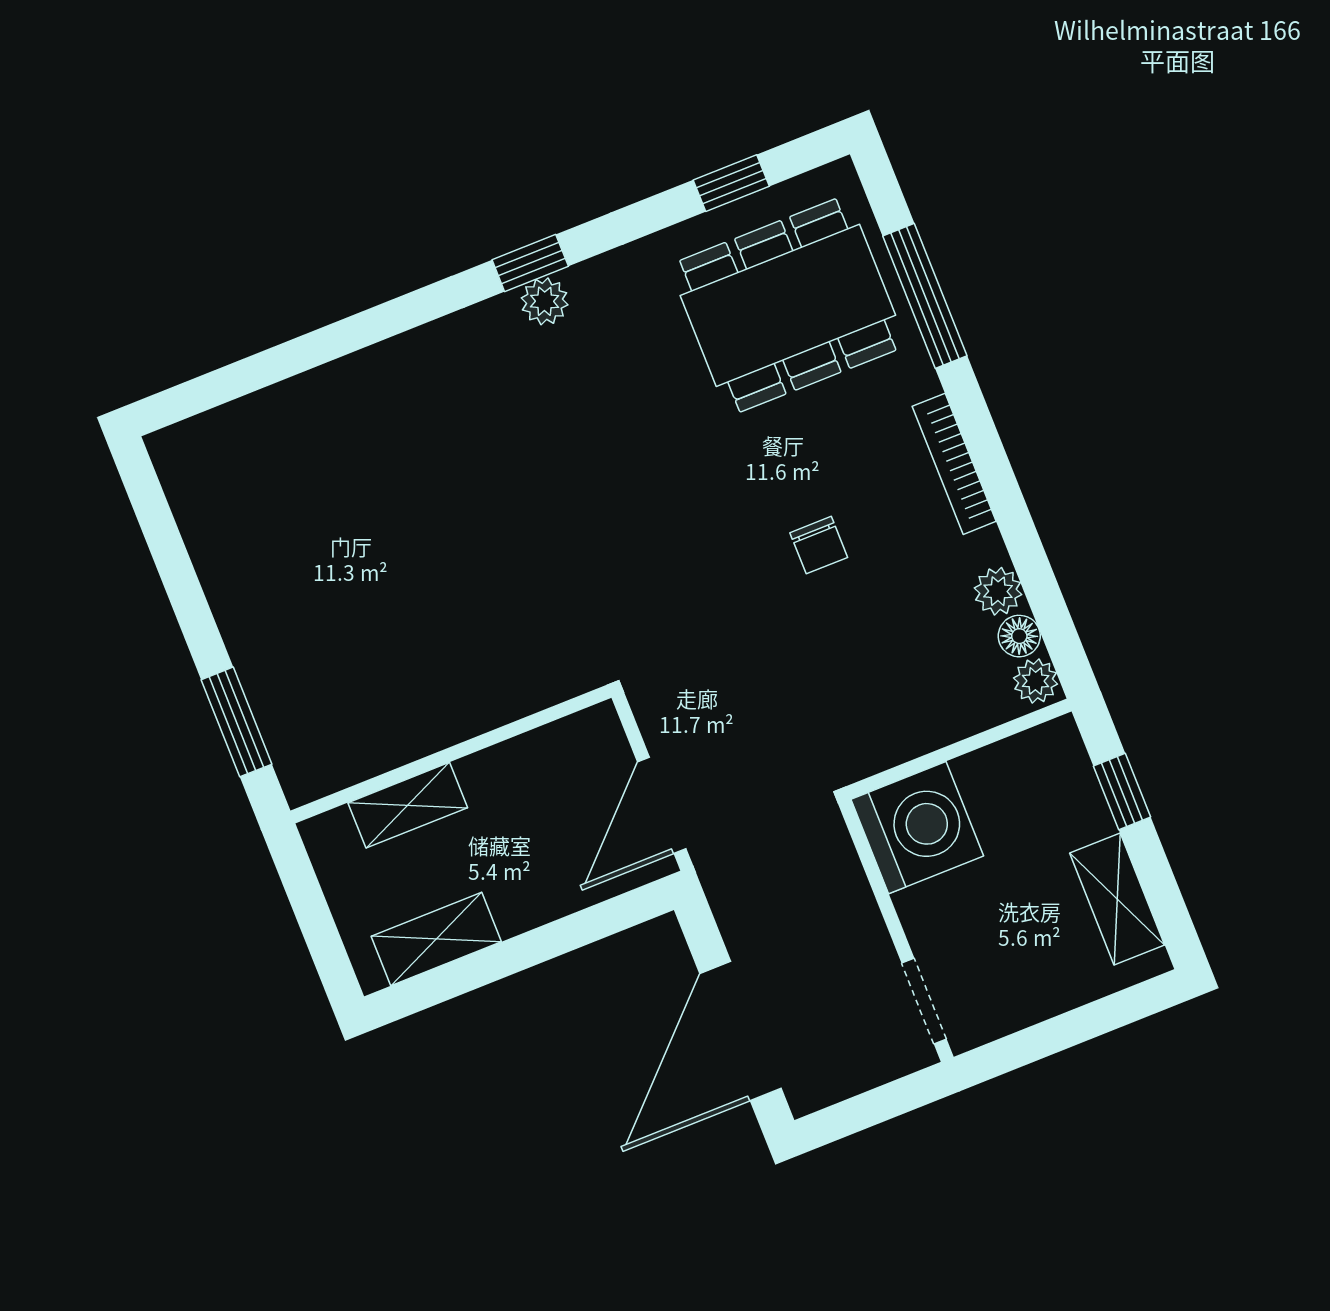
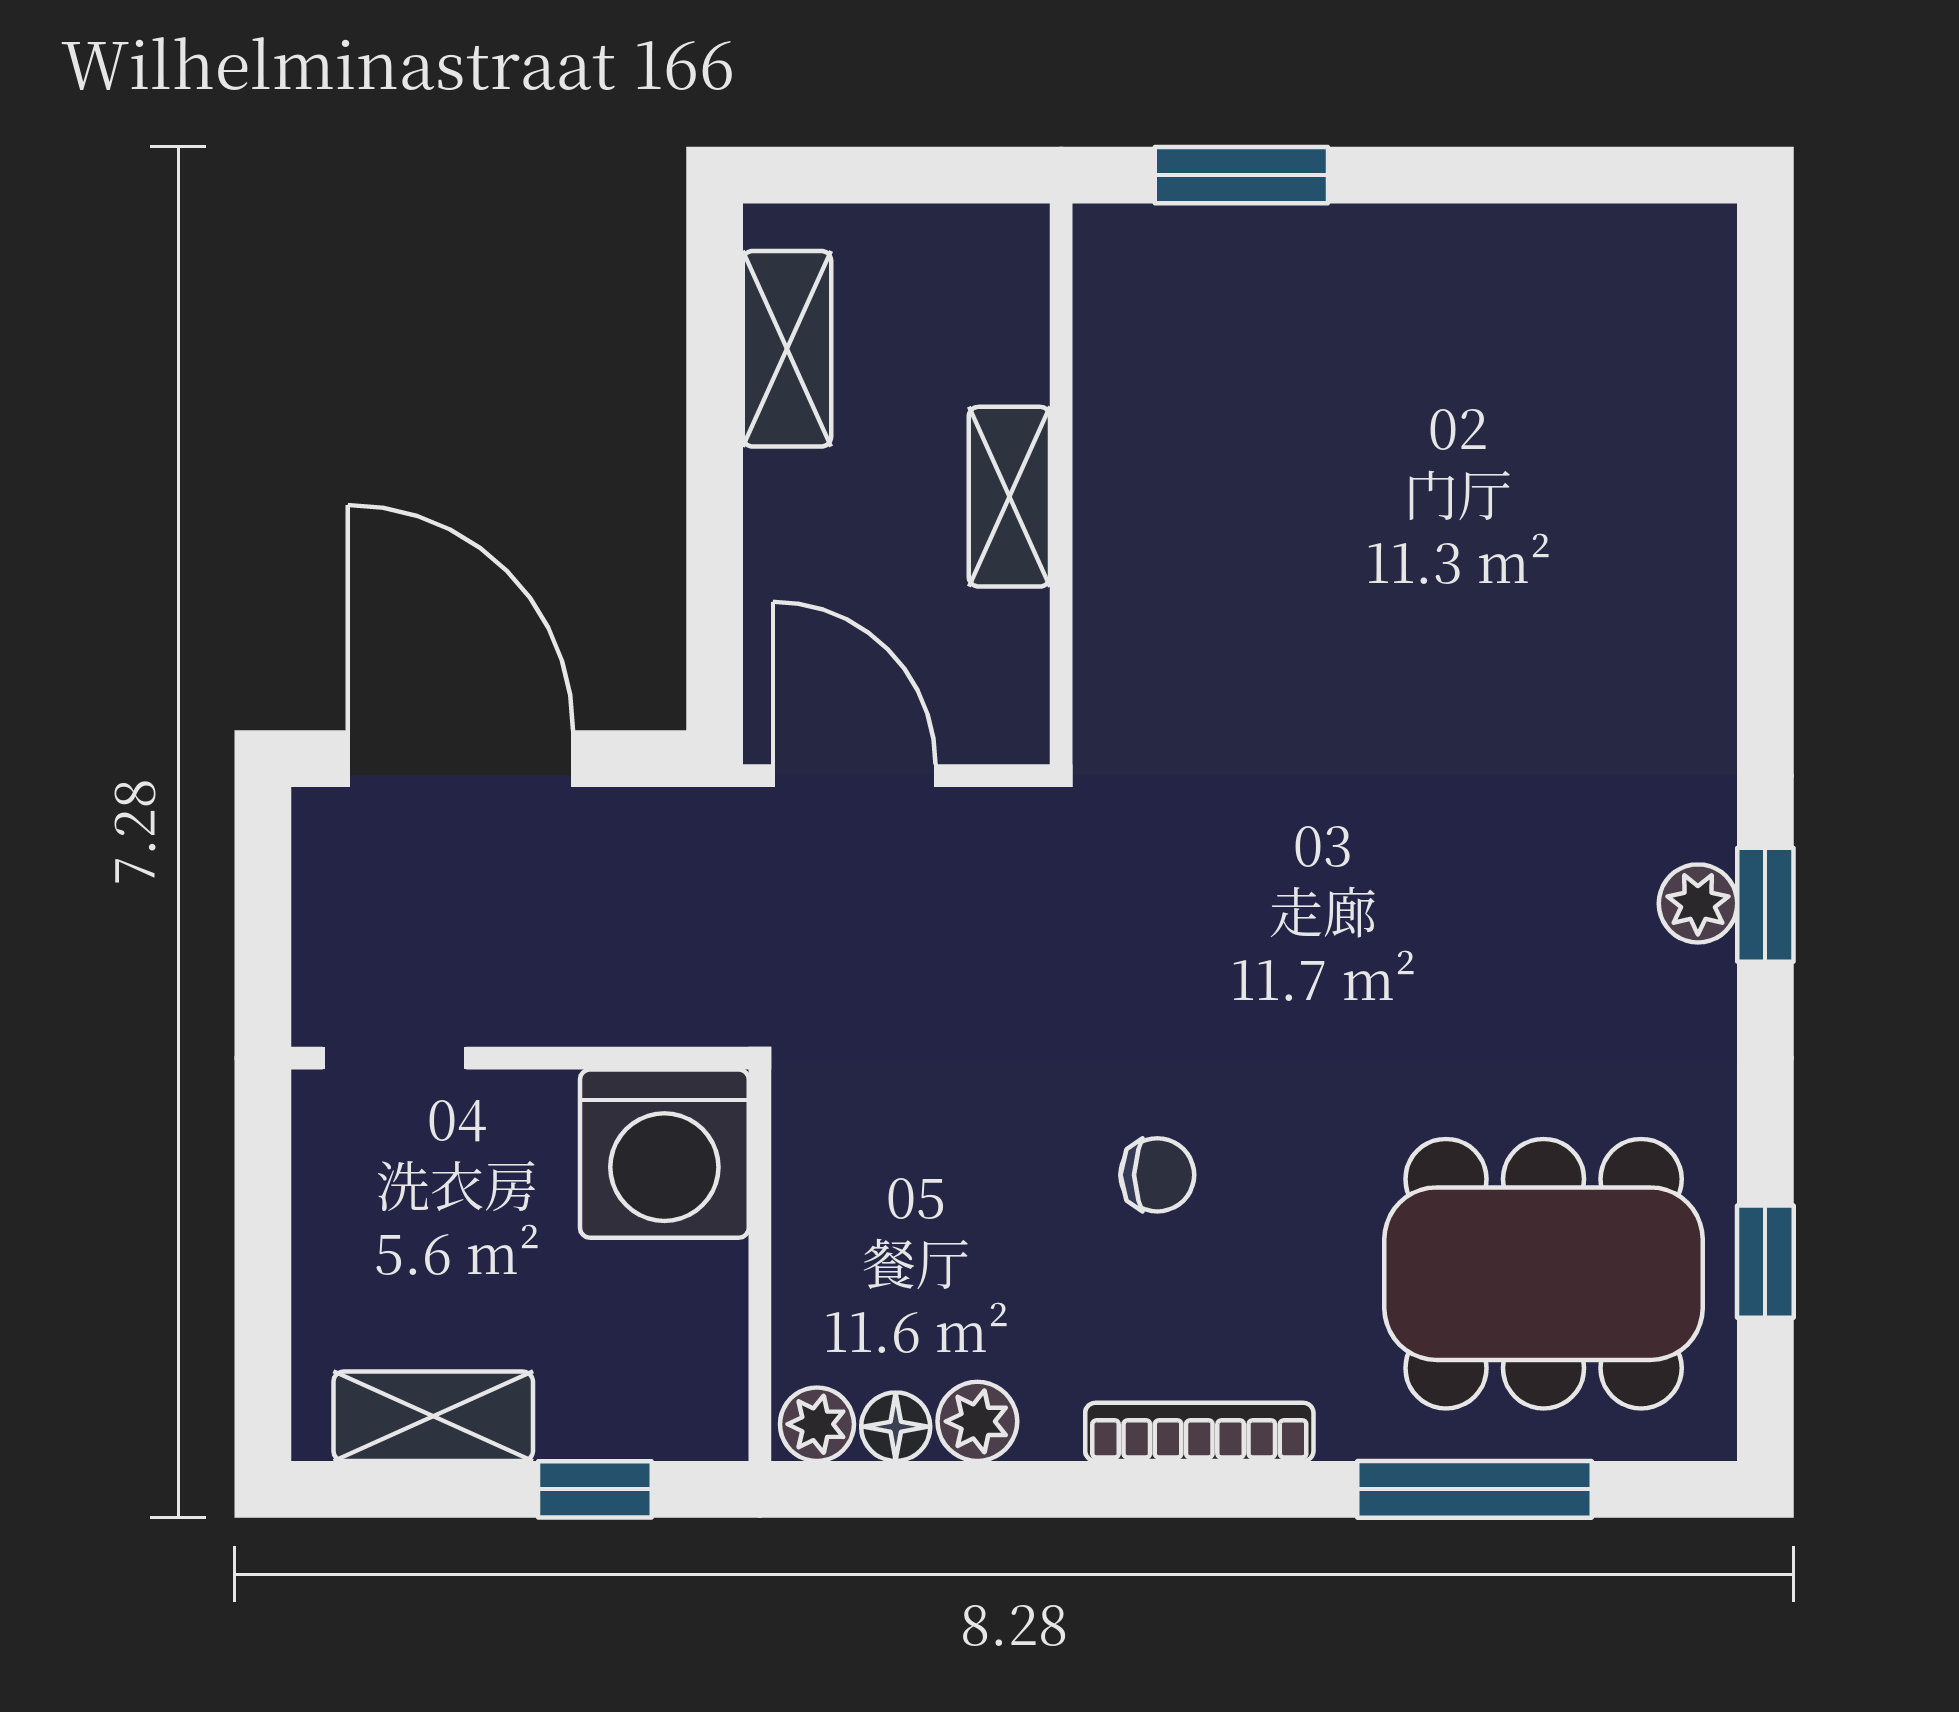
dining table: (788, 305) -> (1544, 1274), turned 90
chair: (819, 545) -> (1157, 1175), turned 180
shelving: (408, 805) -> (1009, 497), moved

